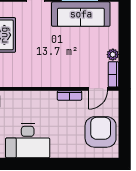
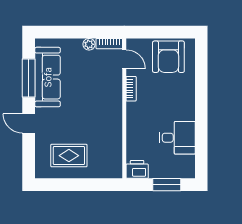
armchair: (101, 132) -> (168, 57), turned -90
desk: (28, 141) -> (177, 138), width x0.73

